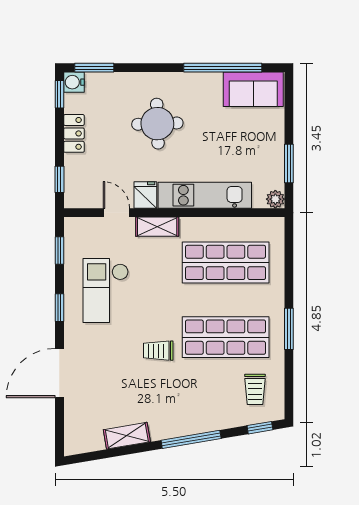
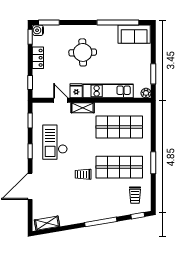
shelving: (127, 436) -> (47, 223), moved

